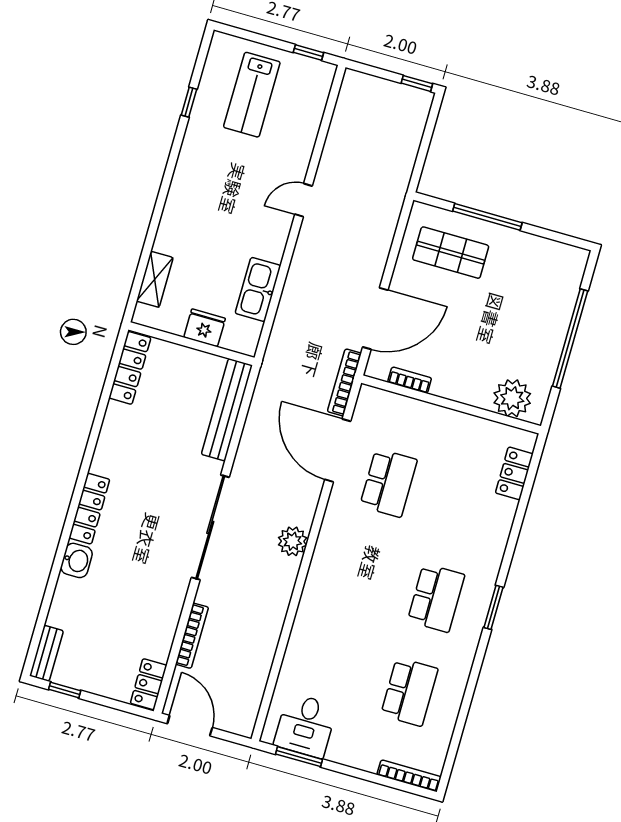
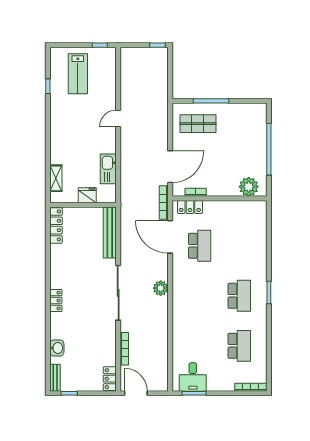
locker: (514, 473) -> (190, 207), moved, turned -90
locker: (89, 509) -> (56, 301), width x0.66
washbasin: (77, 560) -> (57, 348), moved

